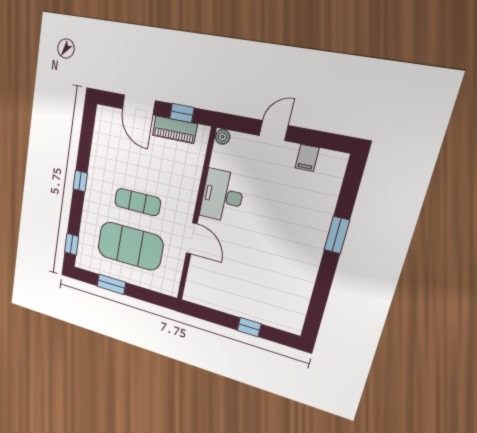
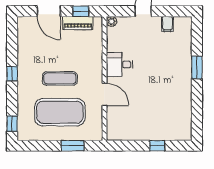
desk: (222, 196) -> (120, 64), width x0.73
window: (111, 284) -> (73, 146), moved

